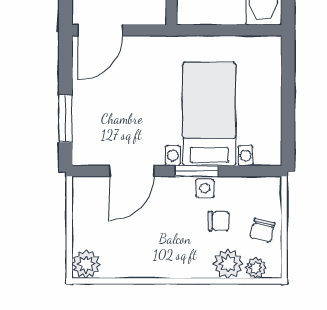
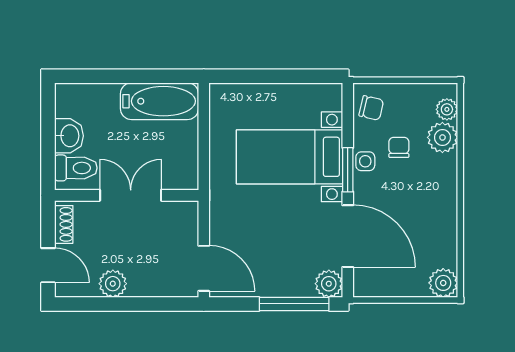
window: (65, 119) -> (294, 304), width x1.44
plant: (85, 152) -> (329, 284), added
door: (132, 171) -> (348, 236), width x1.36
chair: (262, 230) -> (371, 108), moved

